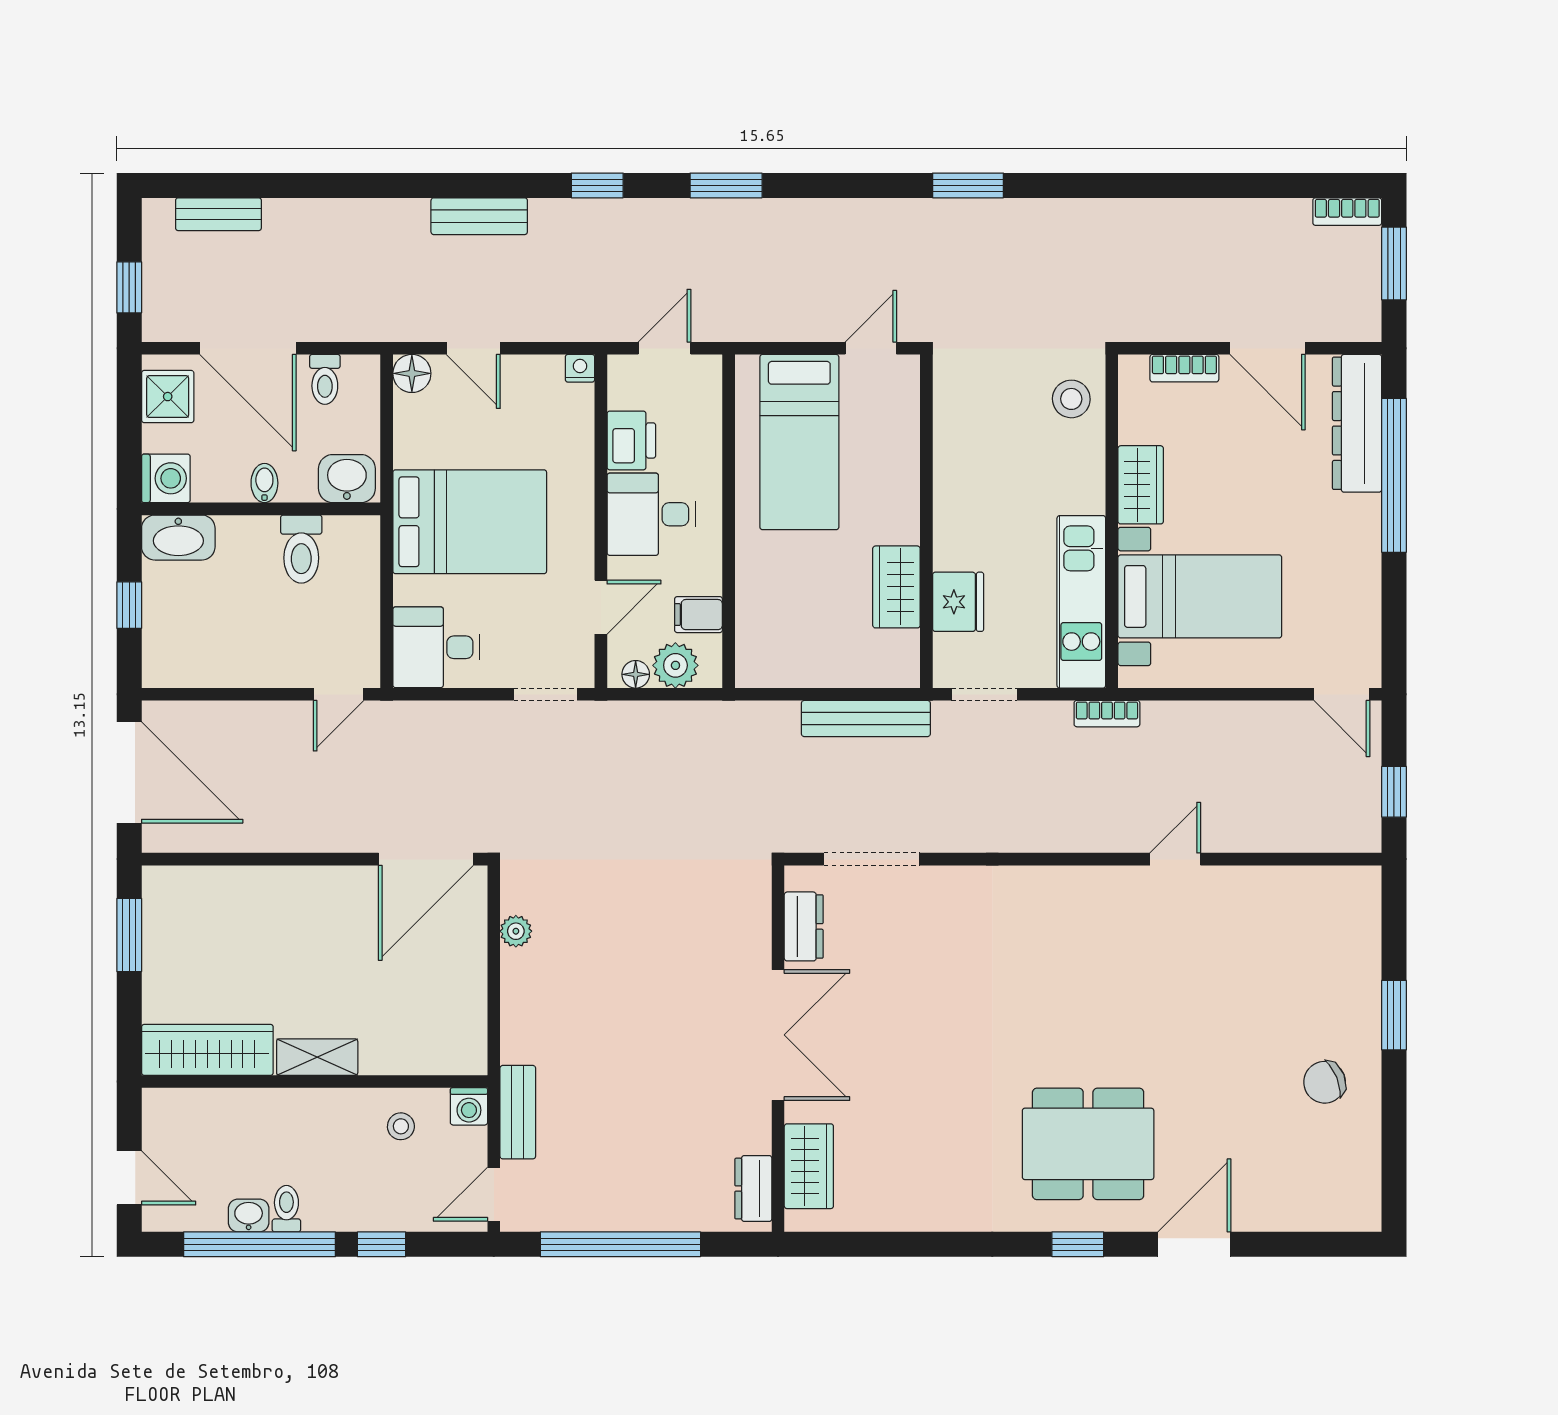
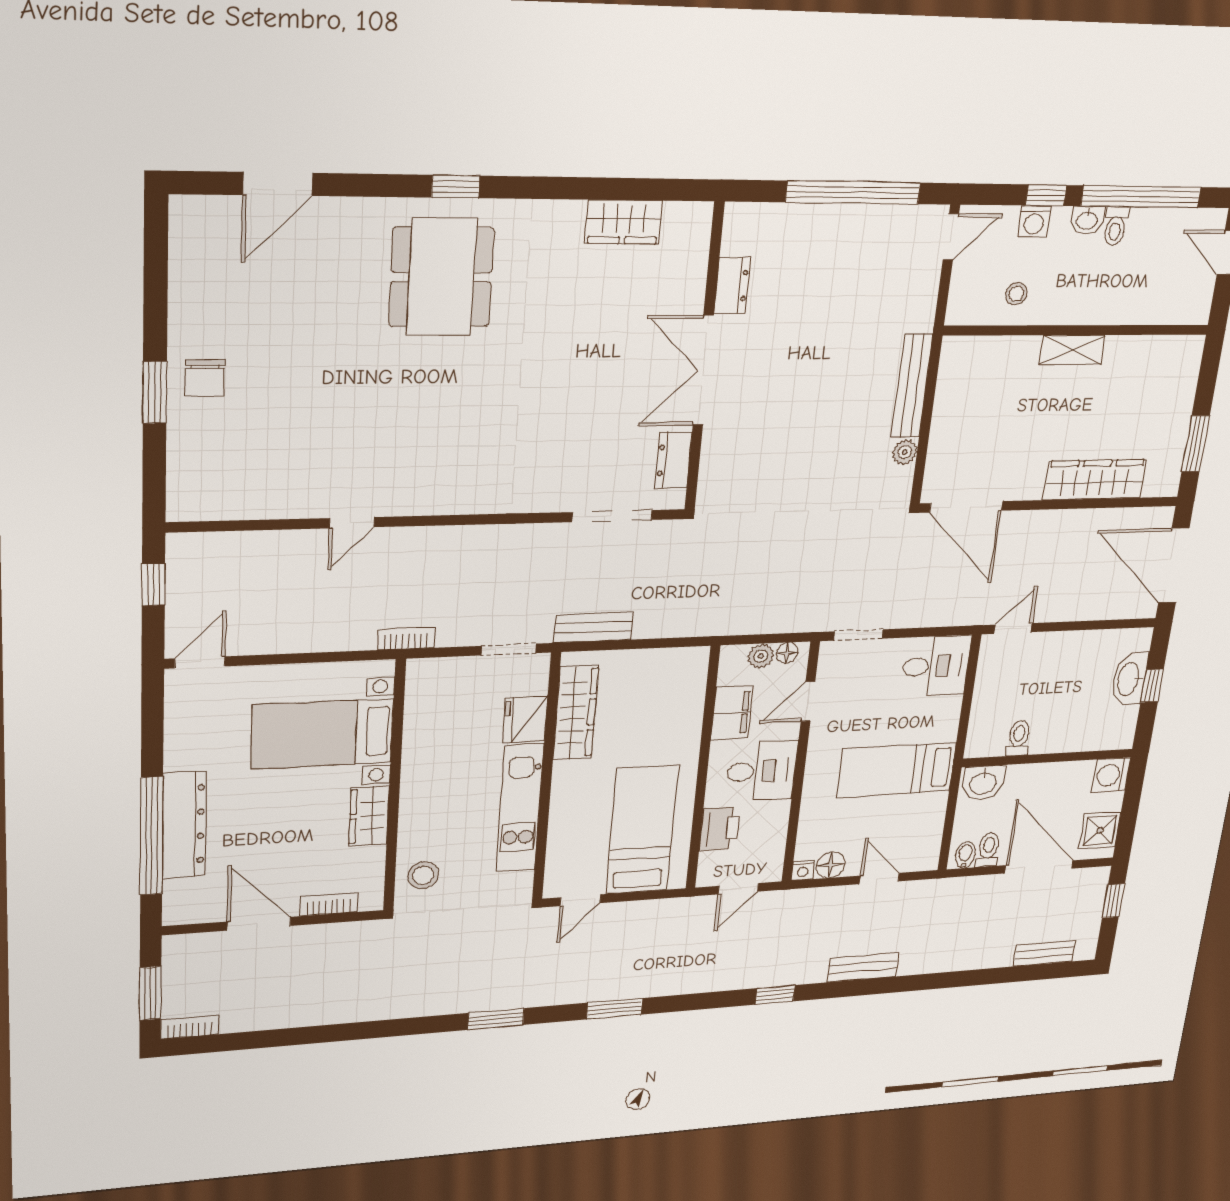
window: (726, 185) -> (615, 1009), moved
floor lamp: (412, 373) -> (831, 865), moved
dresser: (1357, 423) -> (184, 825), moved
printer: (631, 440) -> (720, 829), moved, turned 180
bidet: (264, 483) -> (965, 855), moved, turned 180
bed: (470, 522) -> (897, 770), width x0.67
washbasin: (178, 538) -> (1129, 679), moved, turned -90
toilet: (301, 549) -> (1019, 738), width x0.73, depth x0.72
wardrobe: (896, 587) -> (576, 713), width x1.50
kitchen unit: (1081, 602) -> (520, 808), moved, turned 180
filing cabinet: (698, 615) -> (732, 713), width x2.00
plant: (675, 665) -> (761, 656), width x0.73, depth x0.73
door: (1342, 694) -> (200, 662), hinge flipped
bench: (866, 718) -> (594, 627), width x0.73
door: (426, 859) -> (966, 507), swing flipped
wardrobe: (207, 1050) -> (1095, 480), moved, turned 180
chair: (1325, 1082) -> (205, 378), moved, turned 112
washing machine: (469, 1106) -> (1034, 221), moved, turned 180
bench: (518, 1112) -> (912, 386), moved, width x1.36
dining table: (1088, 1144) -> (441, 277), turned 90
wardrobe: (809, 1166) -> (623, 222), moved, turned -90
dresser: (753, 1189) -> (732, 286), moved
washbasin: (249, 1216) -> (1087, 220), moved
door: (1194, 1244) -> (278, 184), moved

